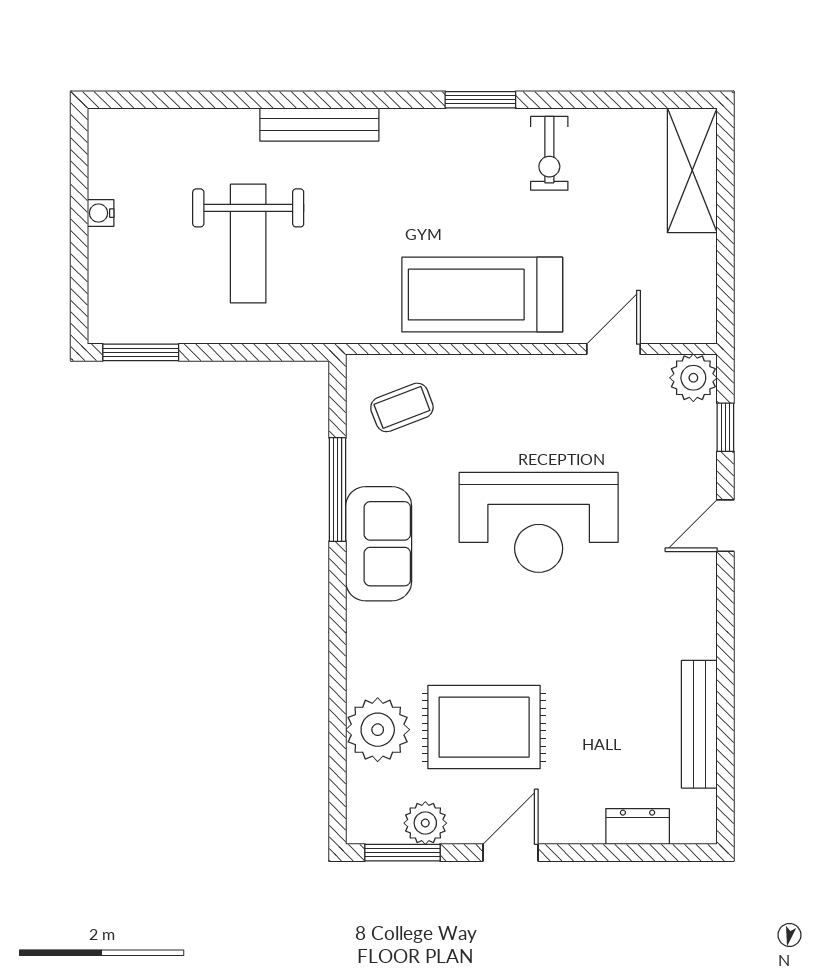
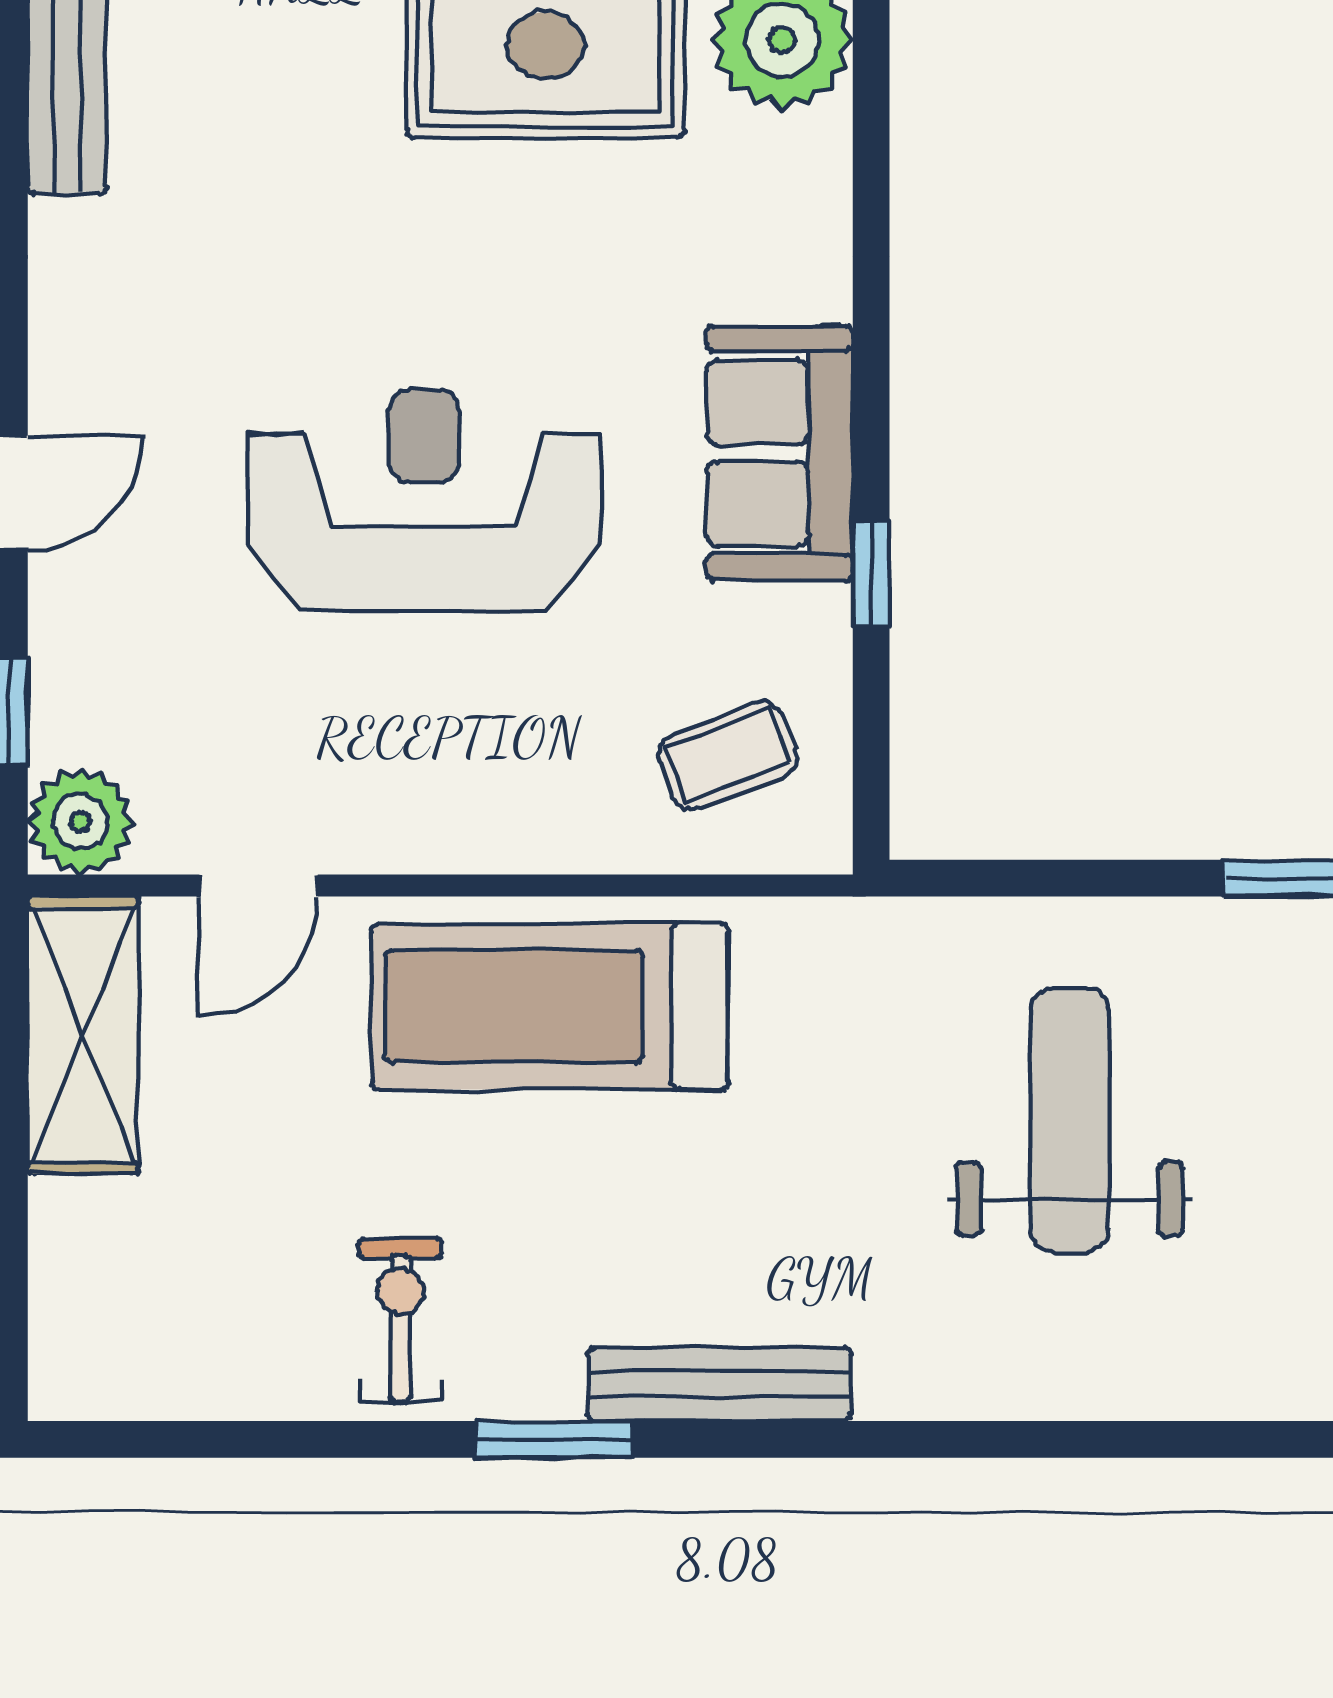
bench: (319, 125) -> (720, 1384), moved
shelving: (692, 170) -> (83, 1035), moved
treadmill: (482, 295) -> (550, 1006), turned 180
window: (337, 490) -> (871, 573), width x0.46

